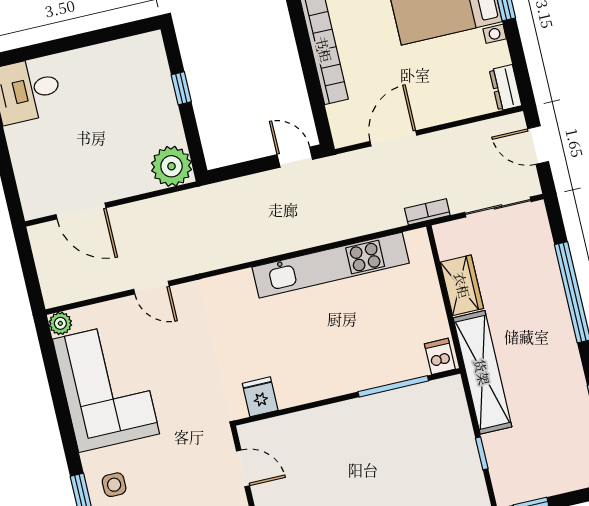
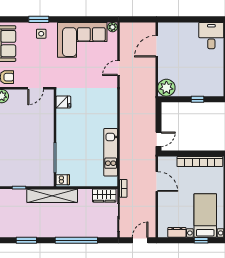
dresser: (506, 88) -> (177, 232), moved
kitchen unit: (331, 265) -> (111, 152), width x0.73
wardrobe: (462, 285) -> (104, 195), moved

